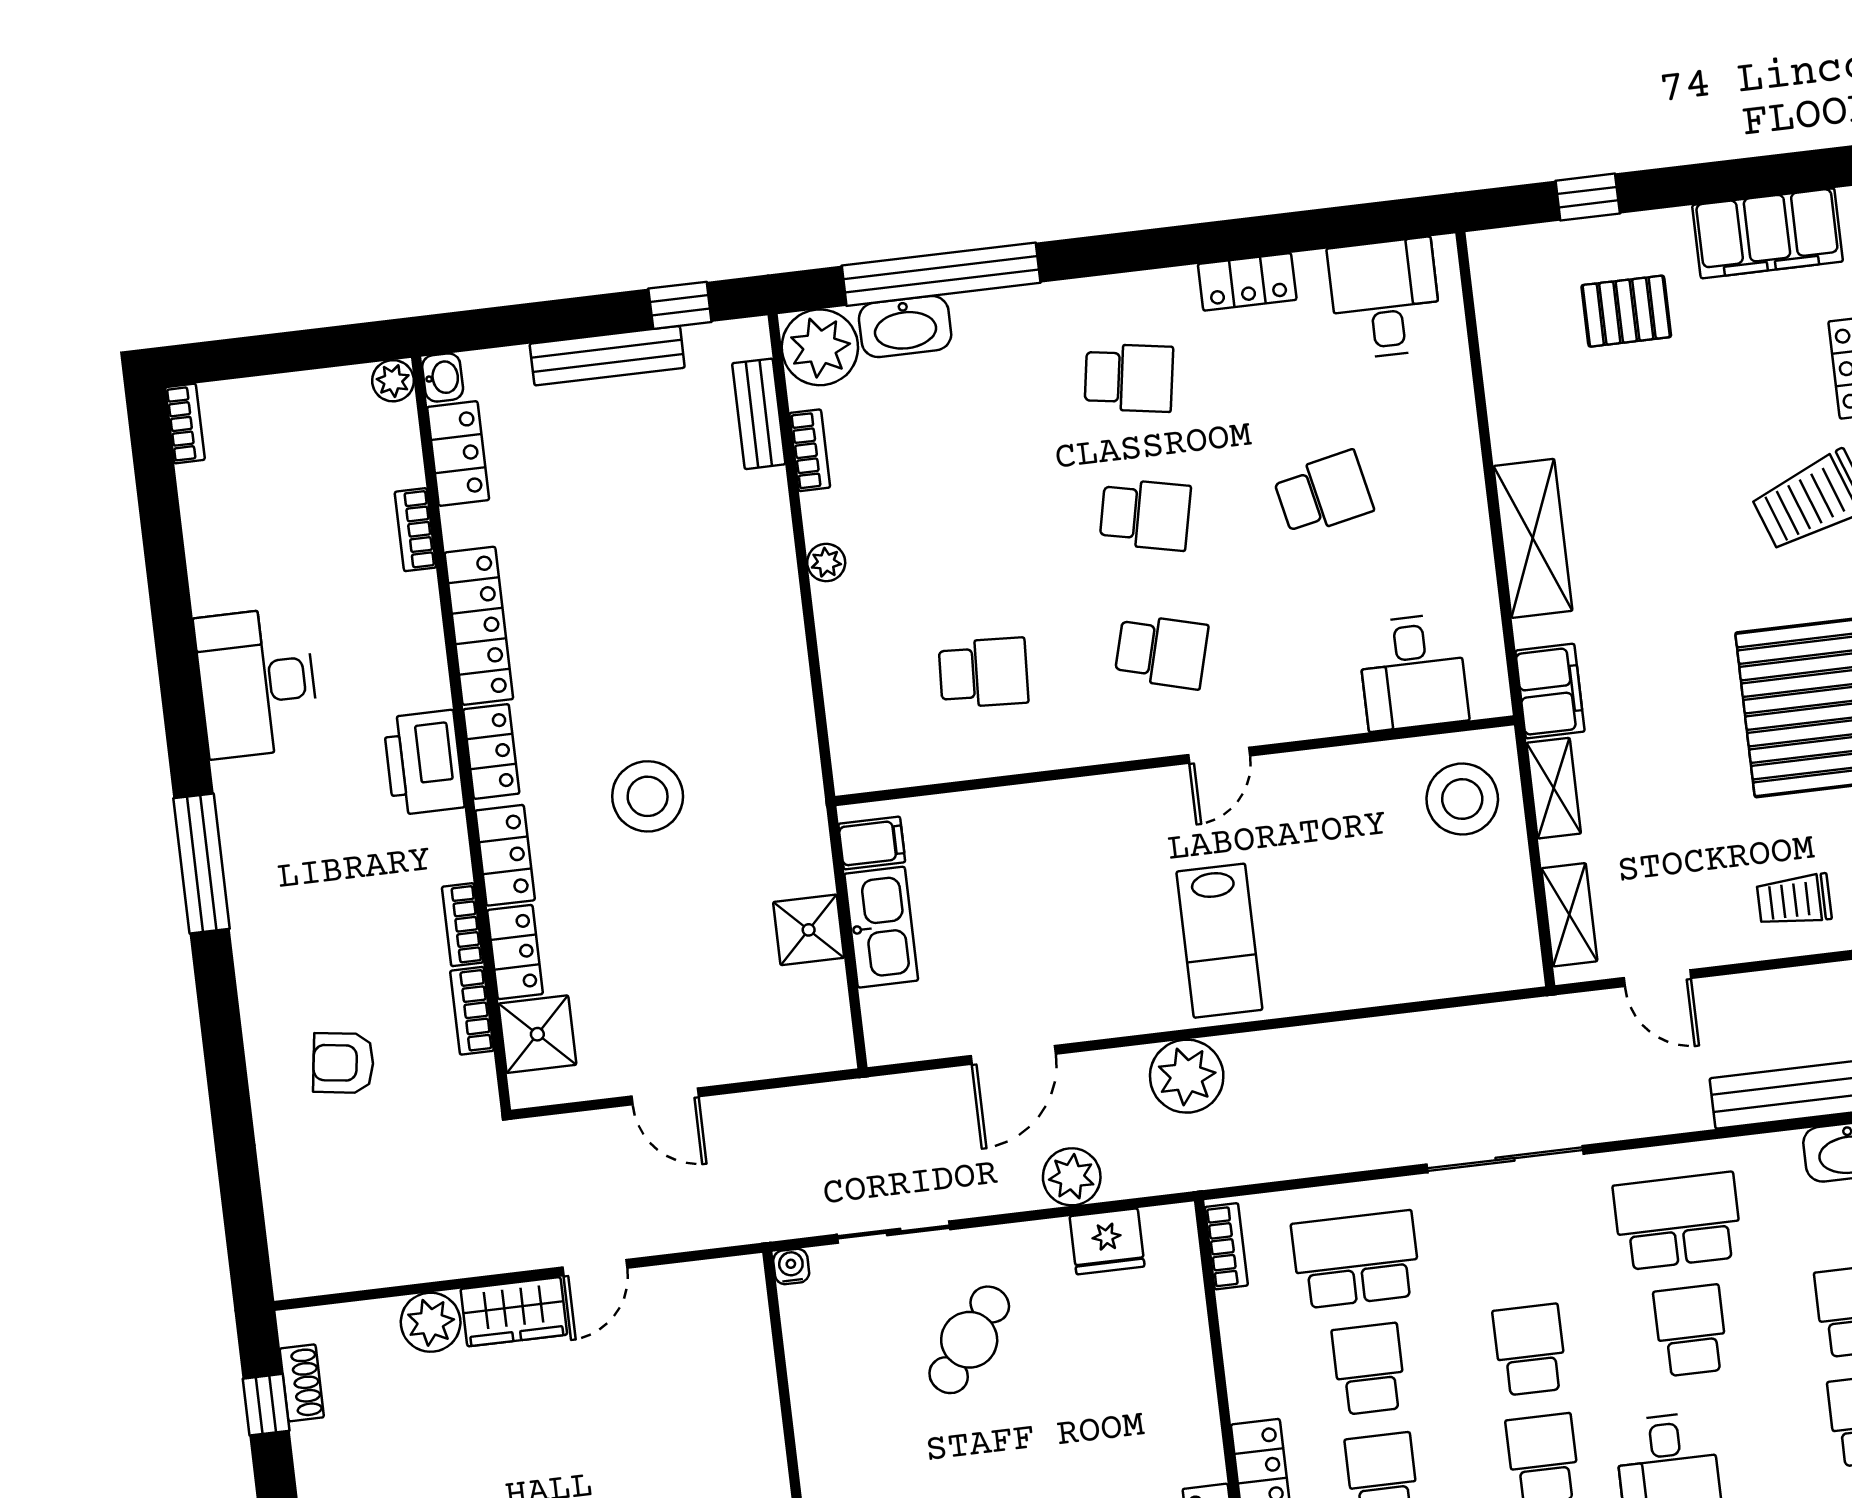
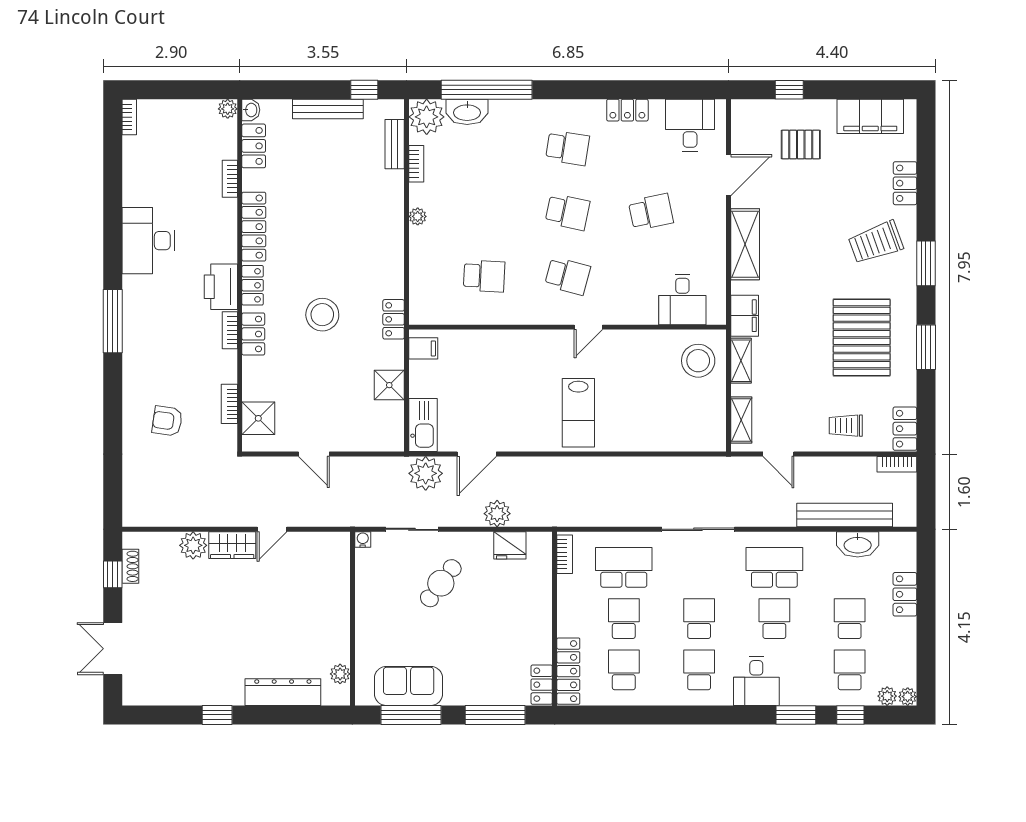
door: (1480, 395) -> (729, 175), added
bookcase: (463, 925) -> (230, 330), moved
kitchen sink: (881, 927) -> (423, 425), moved
locker: (515, 952) -> (394, 319), moved, turned 180
plant: (1187, 1076) -> (426, 473), moved

